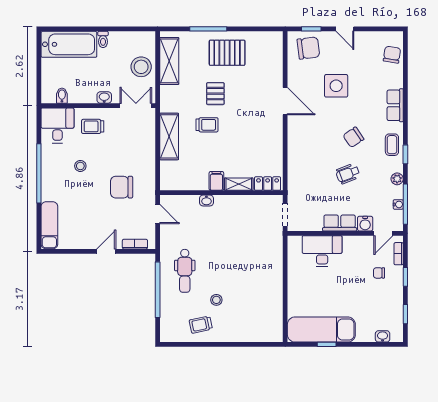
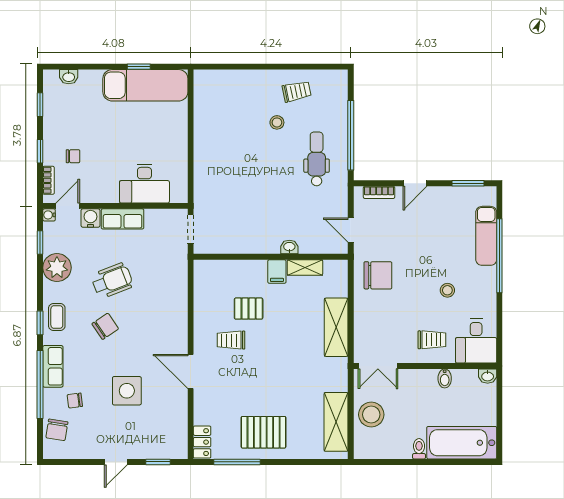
window: (208, 29) -> (237, 462), moved
door: (345, 29) -> (116, 462), swing flipped
chair: (308, 48) -> (75, 401), moved, width x0.54, depth x0.54
window: (405, 91) -> (40, 384), added
pallet: (215, 94) -> (249, 309), moved, turned 90
bidet: (62, 96) -> (445, 378), moved
washbasin: (104, 98) -> (488, 376), moved
trolley: (207, 125) -> (231, 340), moved
window: (405, 154) -> (40, 323), moved
window: (39, 173) -> (499, 256), moved
wheelchair: (348, 174) -> (112, 281), width x1.36, depth x1.37
plant: (397, 179) -> (57, 268), width x1.87, depth x1.87
shelving: (239, 184) -> (305, 267), moved
locker: (268, 184) -> (202, 442), moved, turned -90
chair: (122, 187) -> (378, 275), moved
water cooler: (398, 204) -> (49, 215), moved
window: (405, 204) -> (40, 243), width x0.46
exam couch: (49, 225) -> (486, 236), moved
window: (64, 251) -> (468, 183), added

